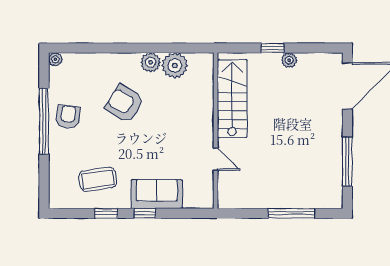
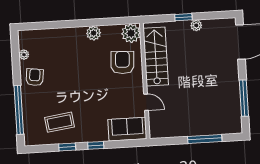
plant: (55, 59) -> (24, 55), moved
plant: (175, 65) -> (131, 33), moved
armchair: (125, 104) -> (122, 63), moved, turned 62
window: (44, 121) -> (19, 110), moved
sofa: (157, 194) -> (127, 129), moved

